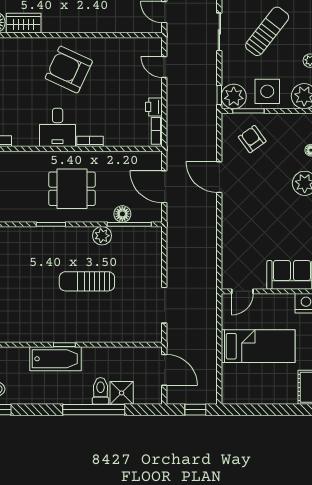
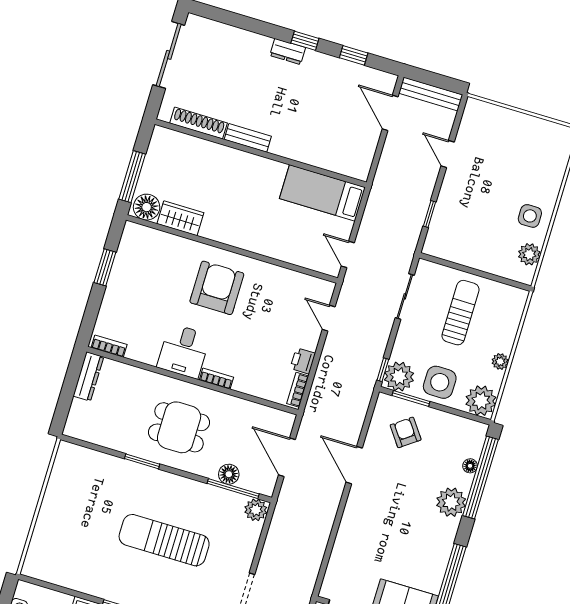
sun lounger: (267, 31) -> (460, 313), turned -38
armchair: (69, 70) -> (217, 288), turned 65
plant: (102, 236) -> (256, 510), moved
sun lounger: (87, 281) -> (164, 540), width x1.36, depth x1.34

